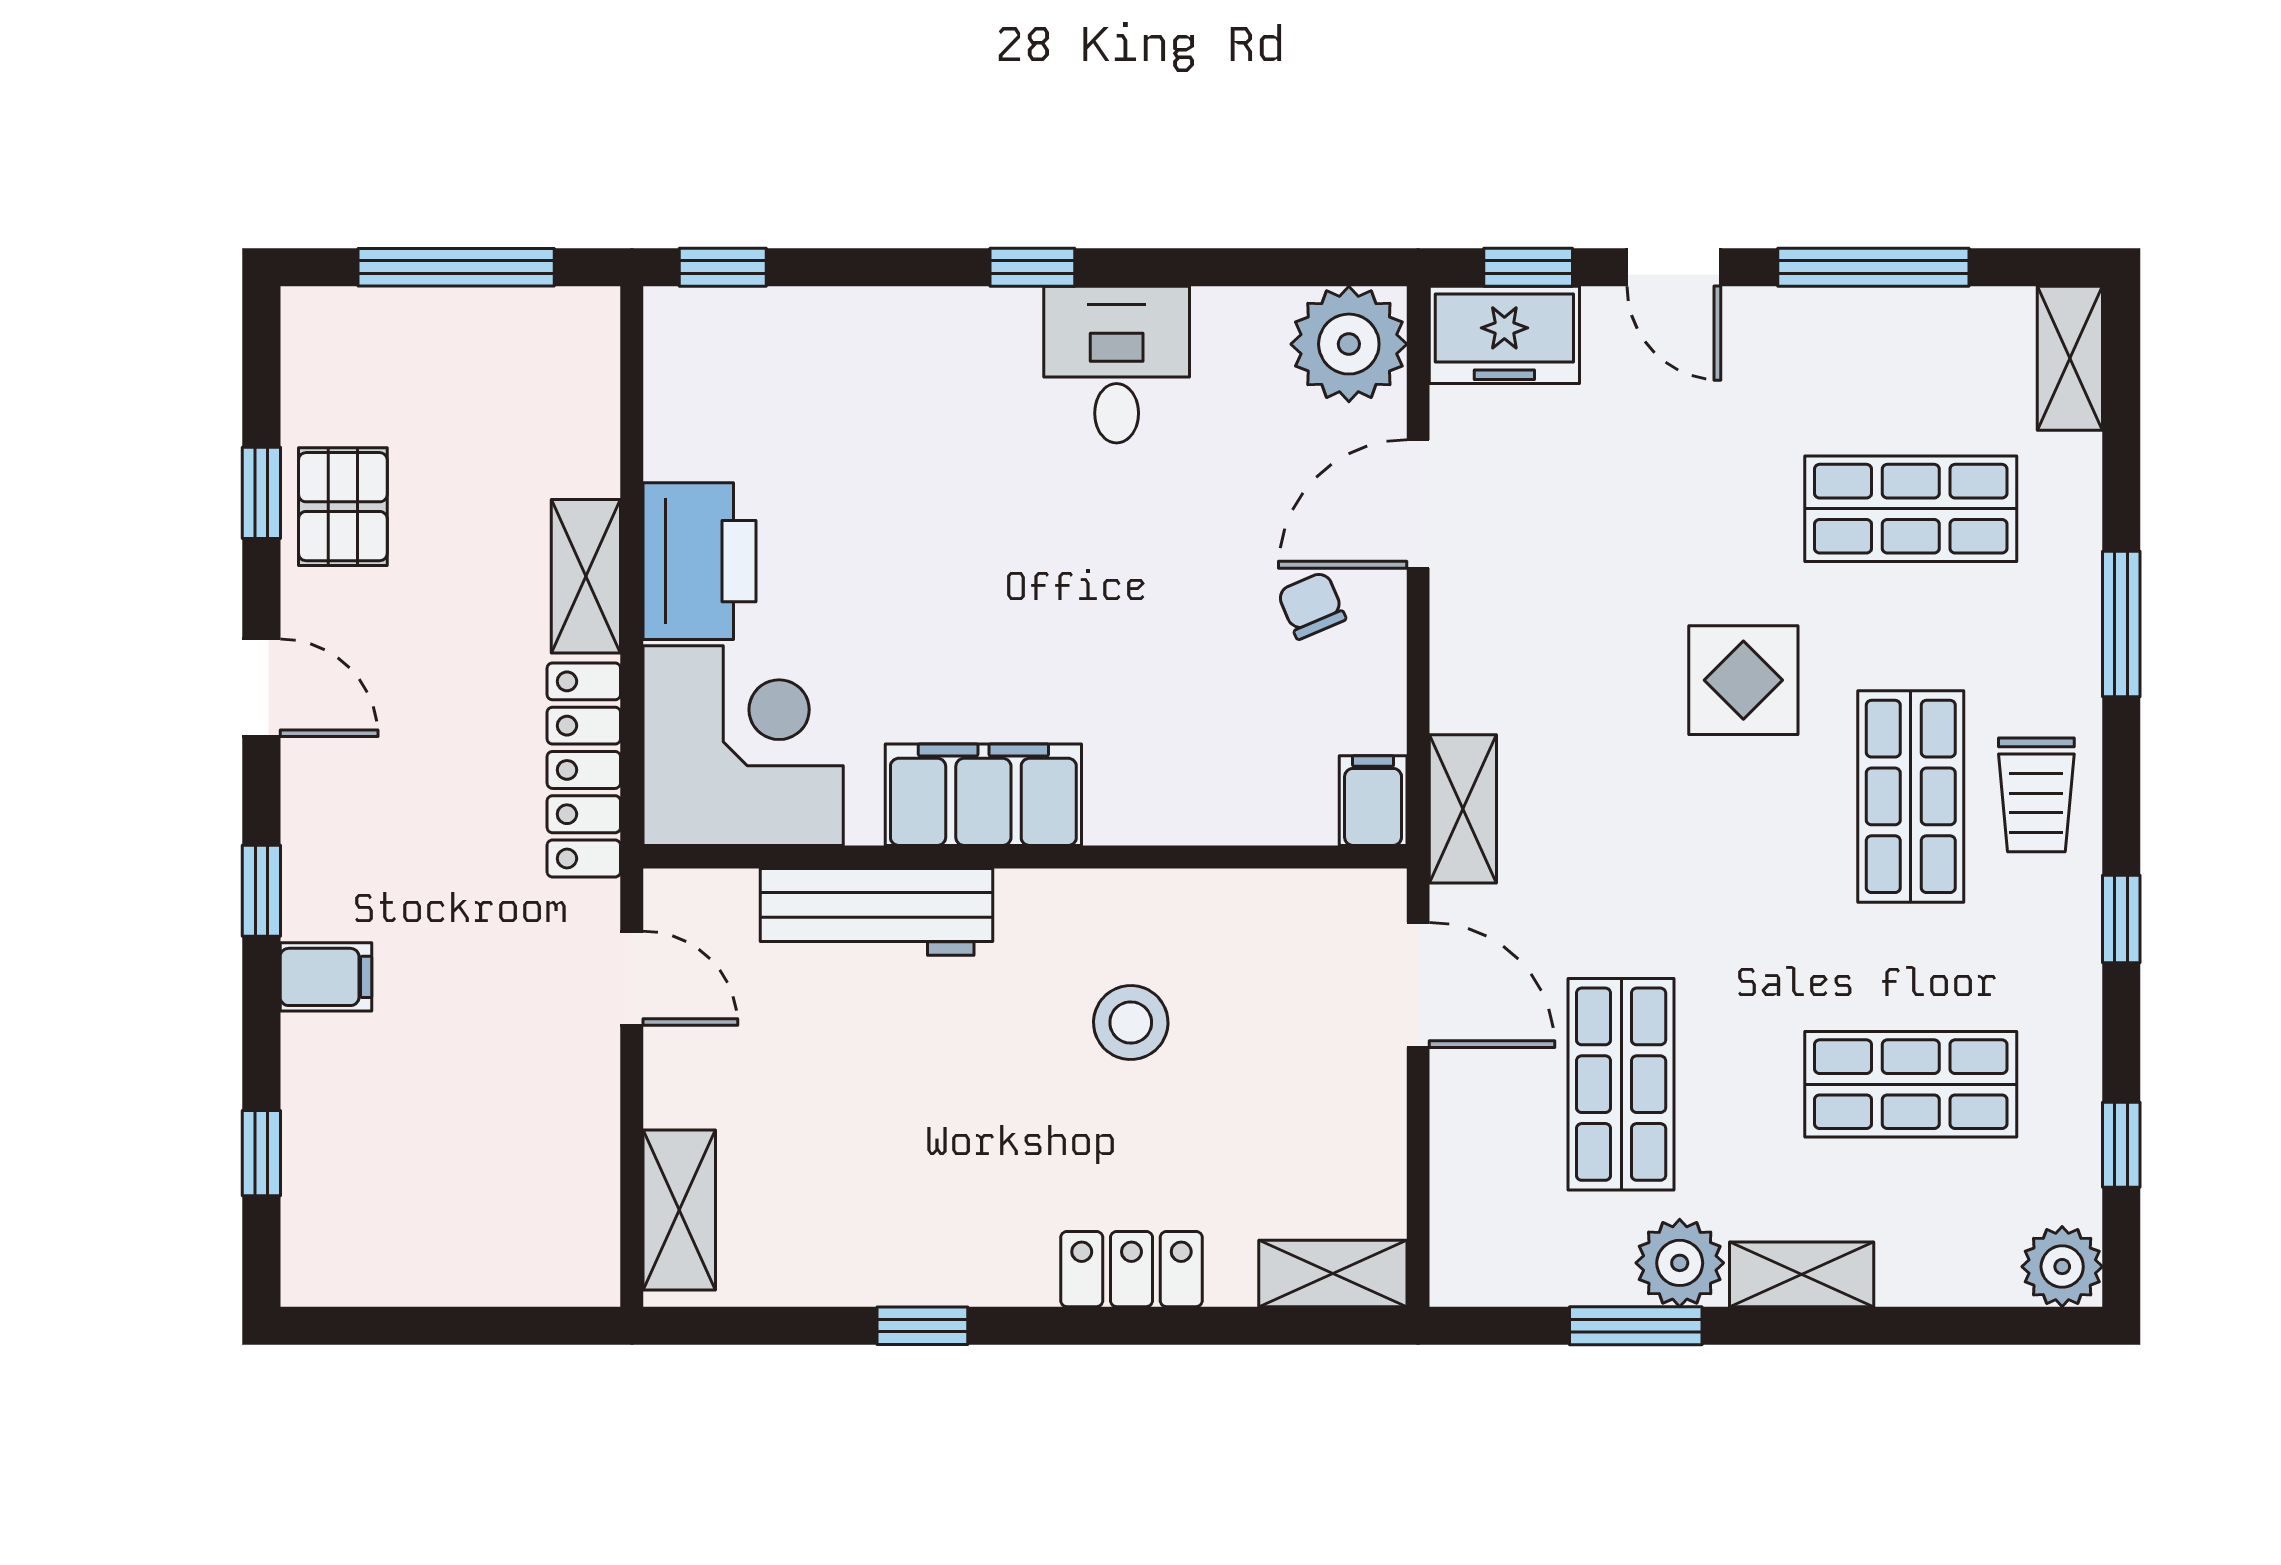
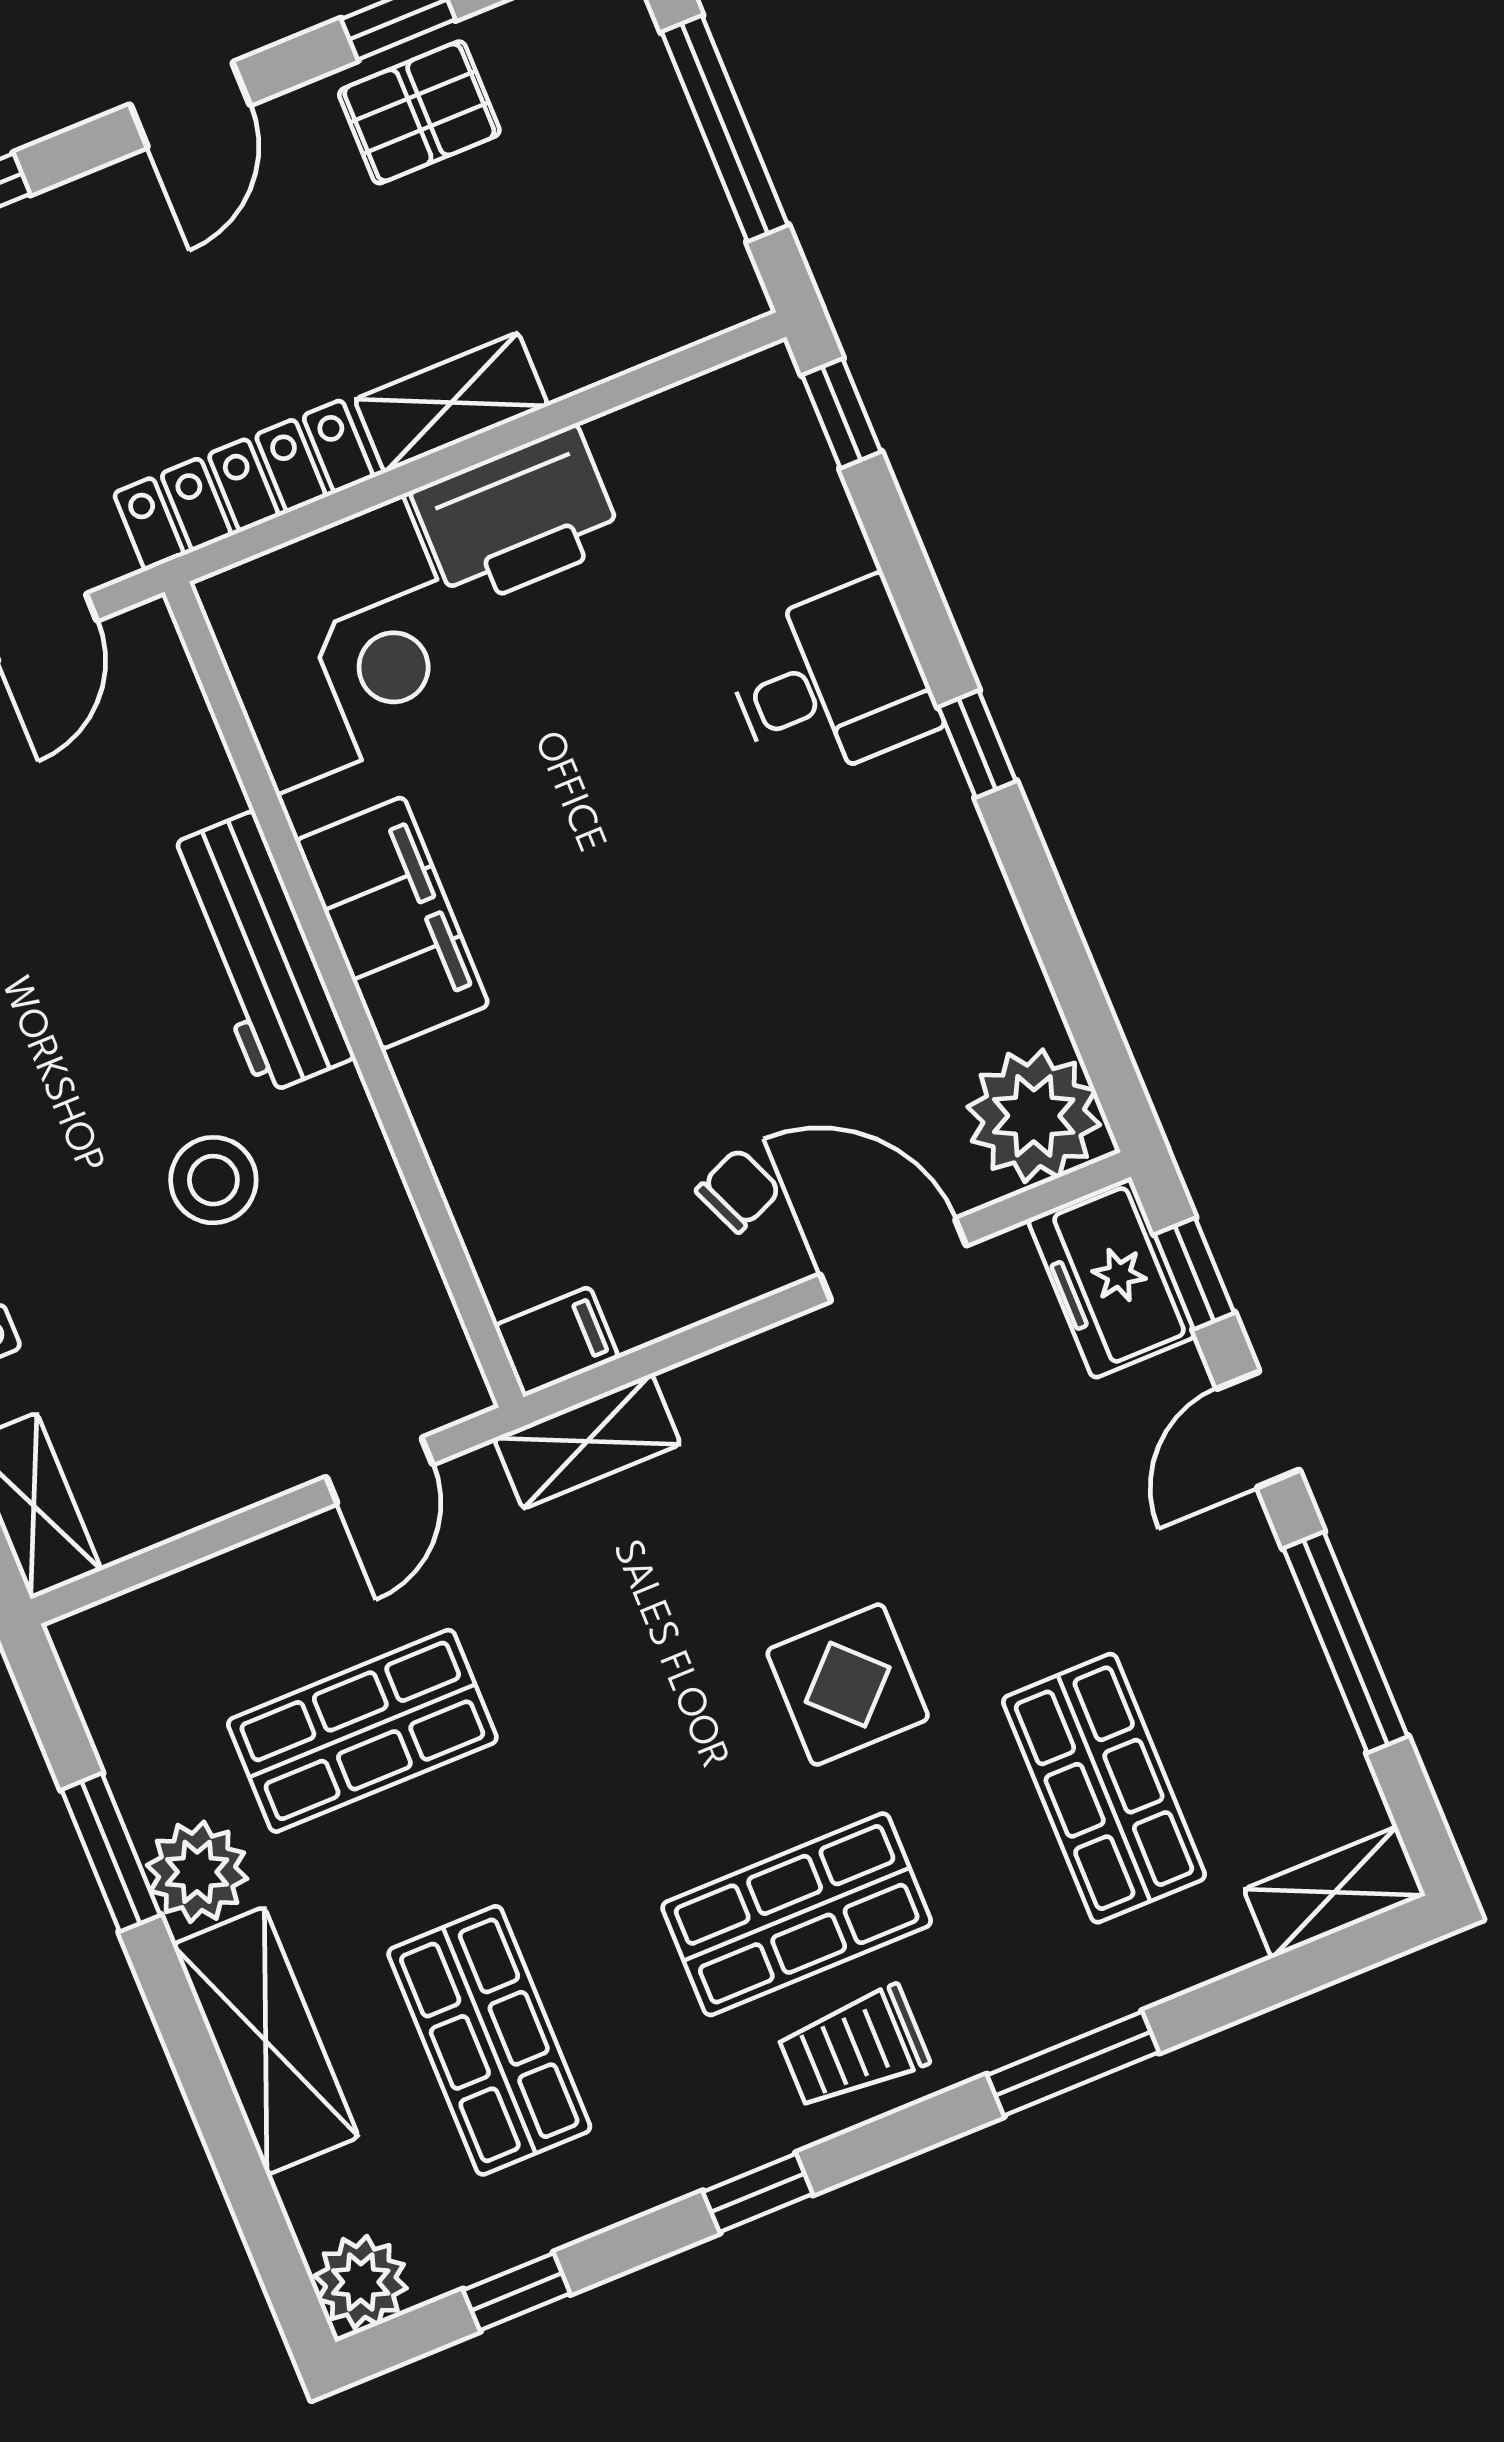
desk: (1117, 365) -> (830, 682), moved
workbench: (876, 912) -> (258, 953), moved
door: (1418, 985) -> (379, 1471), width x0.73
shelving: (1802, 1274) -> (266, 2041), width x1.50, depth x1.33

